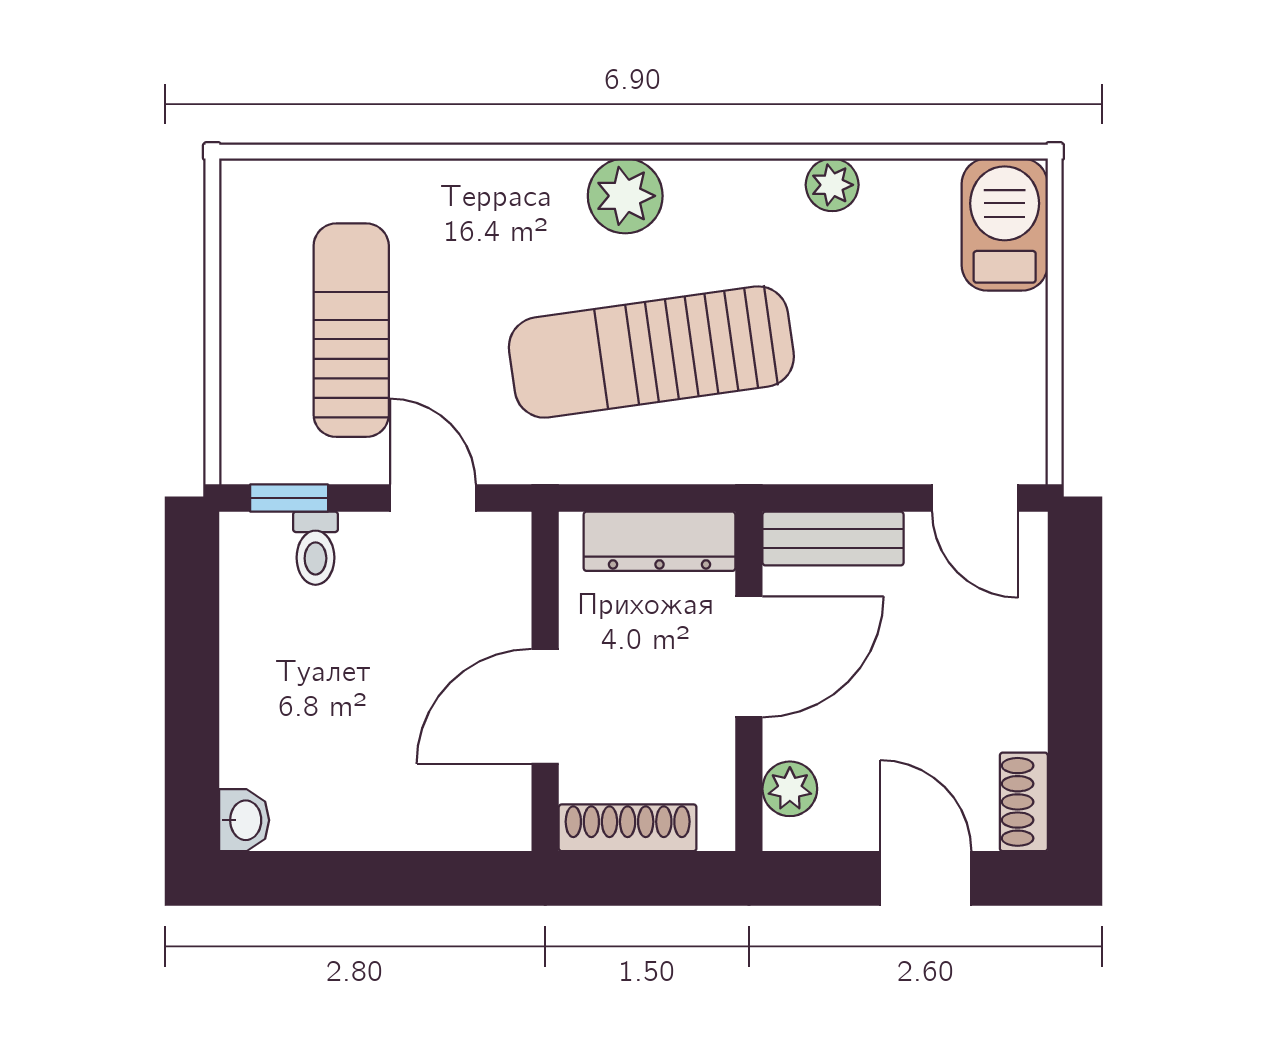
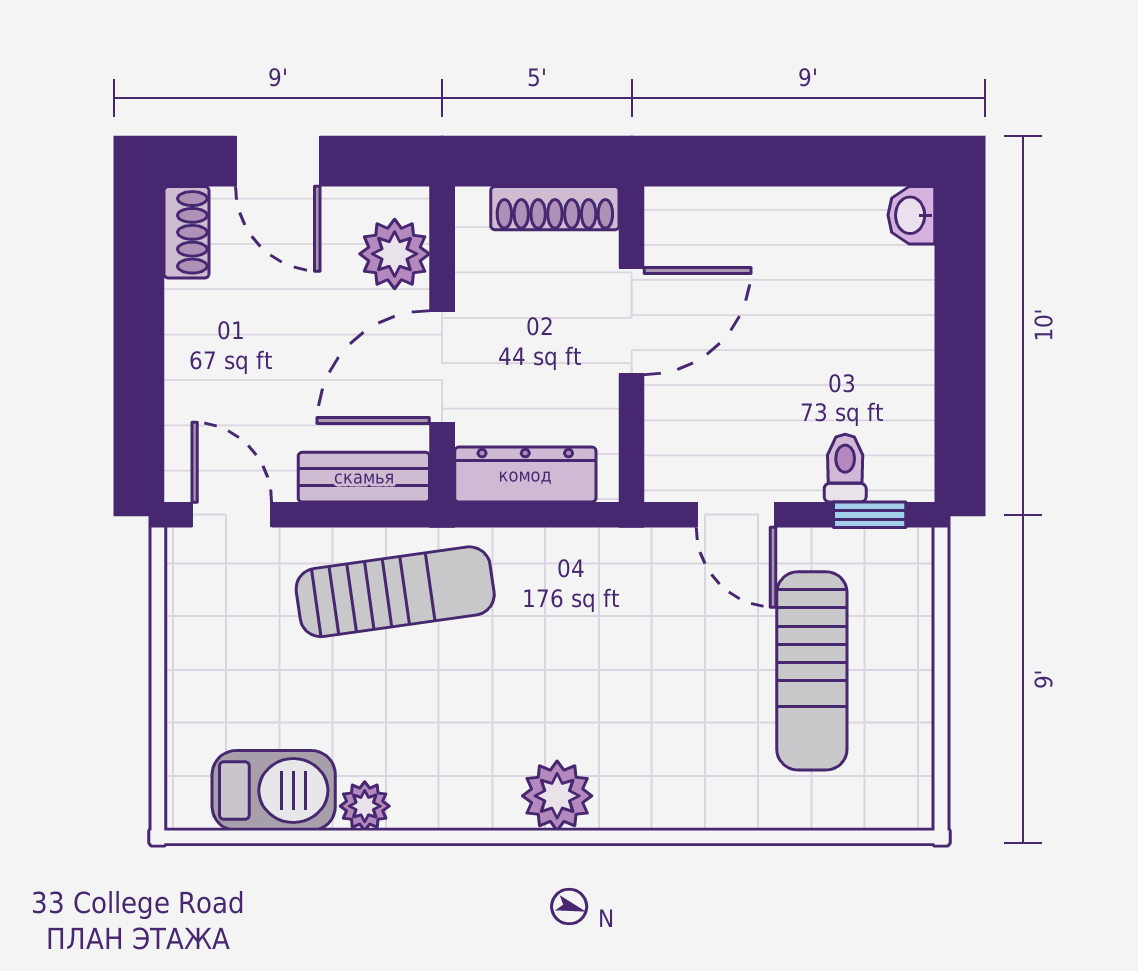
barbecue: (1005, 225) -> (274, 790), moved, turned -90
sun lounger: (651, 352) -> (395, 592), moved, width x0.73, depth x0.75
plant: (790, 789) -> (395, 254), width x1.38, depth x1.38

